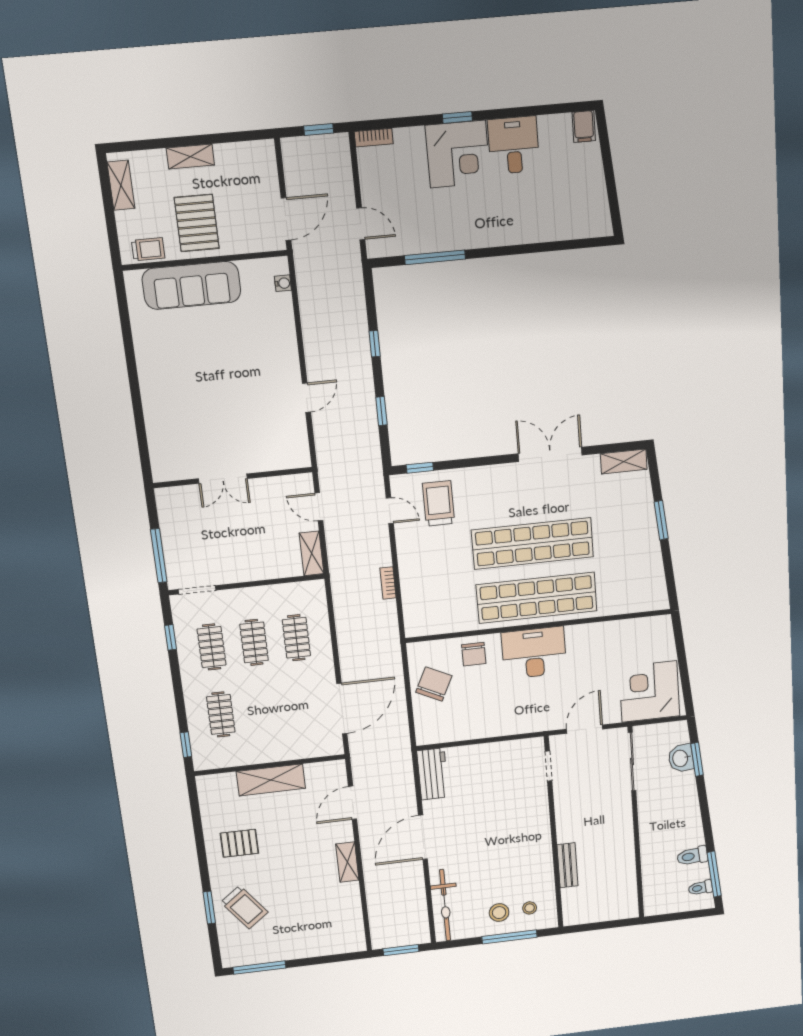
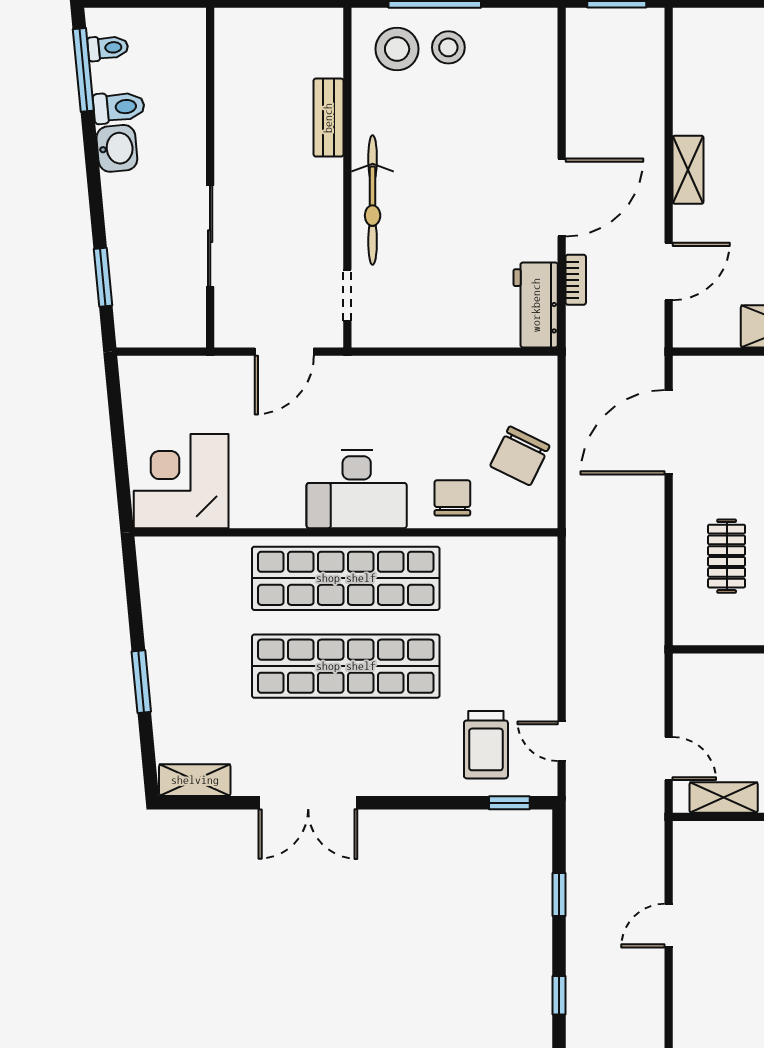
shelving: (311, 553) -> (724, 797), moved, turned 90
bookcase: (388, 583) -> (576, 280), moved
corner desk: (649, 692) -> (181, 481), moved, turned 180
washbasin: (681, 758) -> (117, 148), moved
sliding door: (632, 761) -> (210, 236), moved
bicycle: (445, 905) -> (373, 200), moved, turned 180
stool: (530, 908) -> (397, 49), width x1.89, depth x1.89

